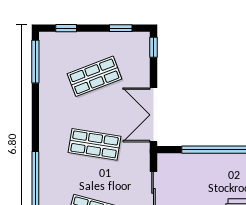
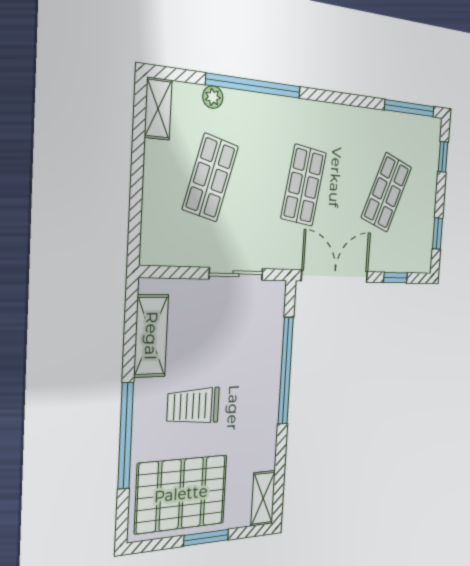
window: (153, 47) -> (395, 278), moved
shop shelf: (94, 76) -> (387, 192), turned 42

